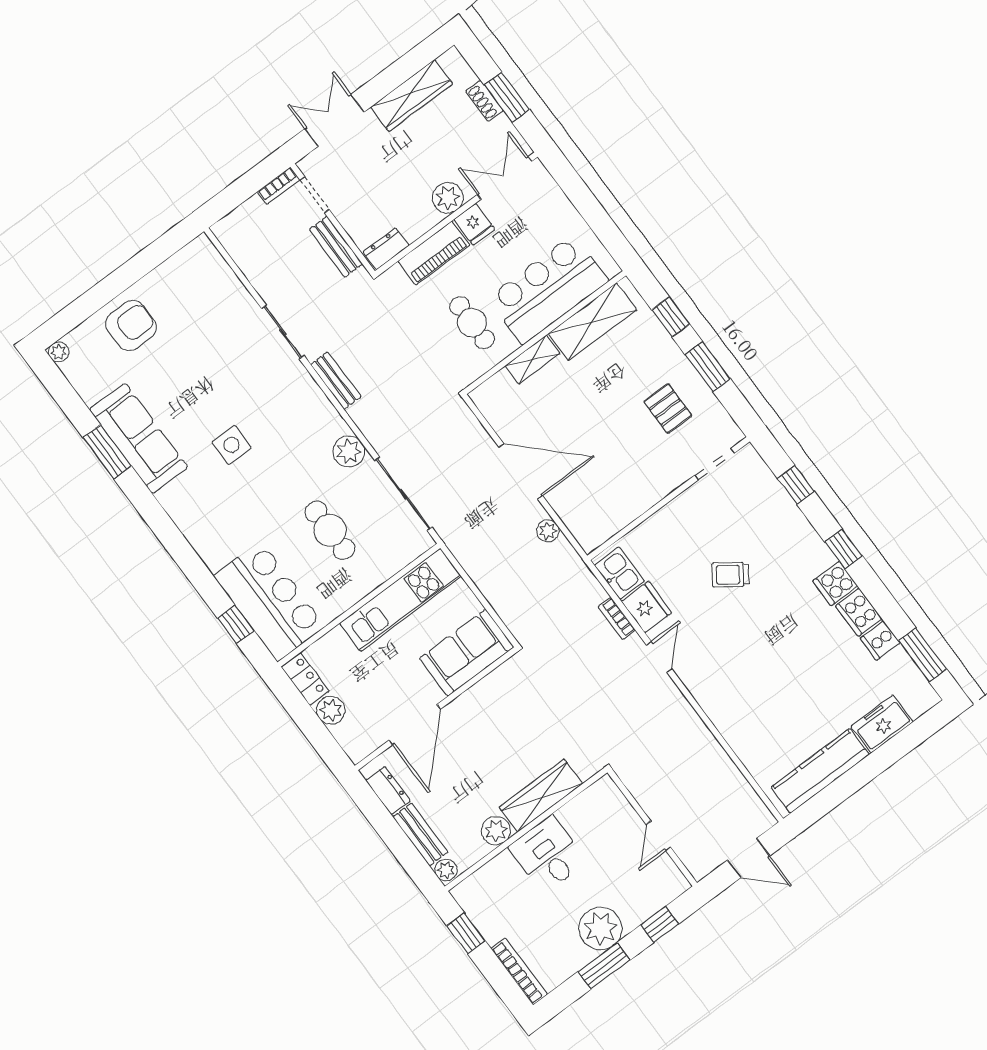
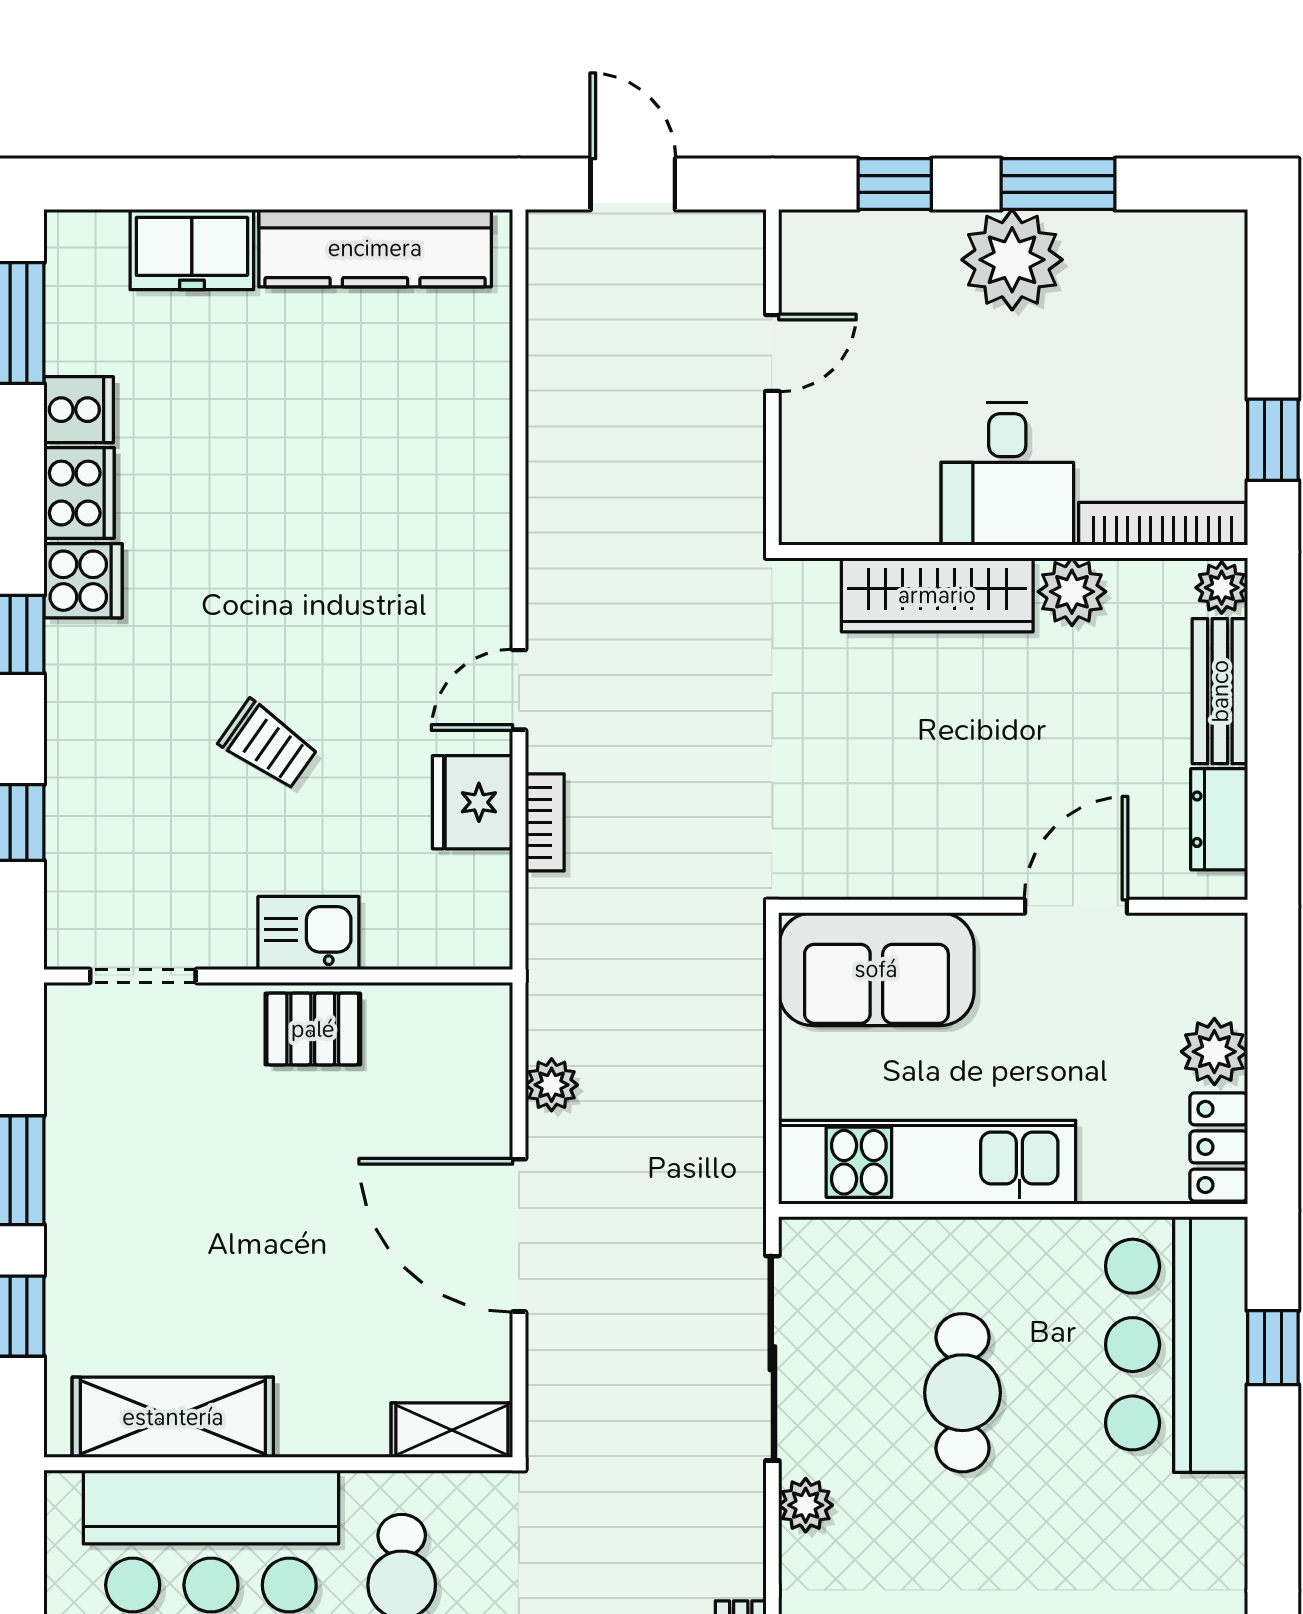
shelving: (533, 359) -> (452, 1430), moved
pallet: (668, 409) -> (313, 1029), moved, turned 90
plant: (349, 451) -> (806, 1505), width x0.73, depth x0.73
kitchen sink: (619, 573) -> (308, 933), moved, turned 90
door: (415, 725) -> (1076, 906), width x0.73
bookcase: (519, 971) -> (1162, 524), moved, turned 90

